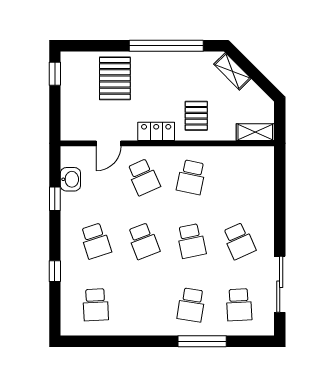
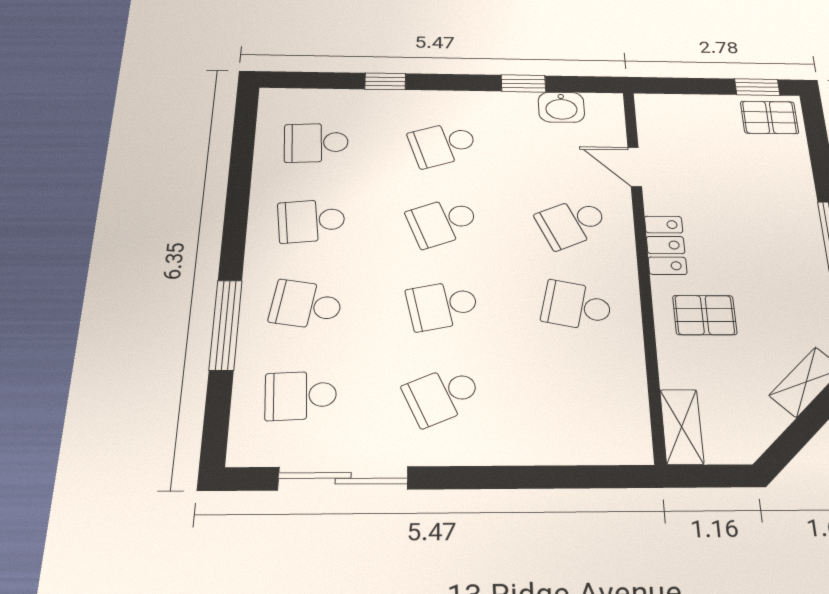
pallet: (115, 78) -> (769, 117), moved, width x0.67, depth x0.71
school desk: (143, 305) -> (311, 221), added

